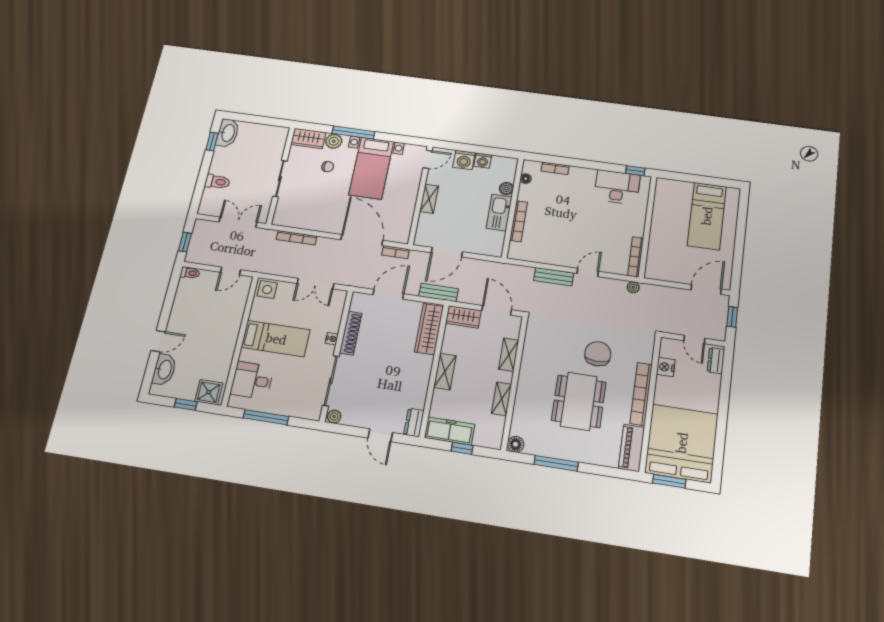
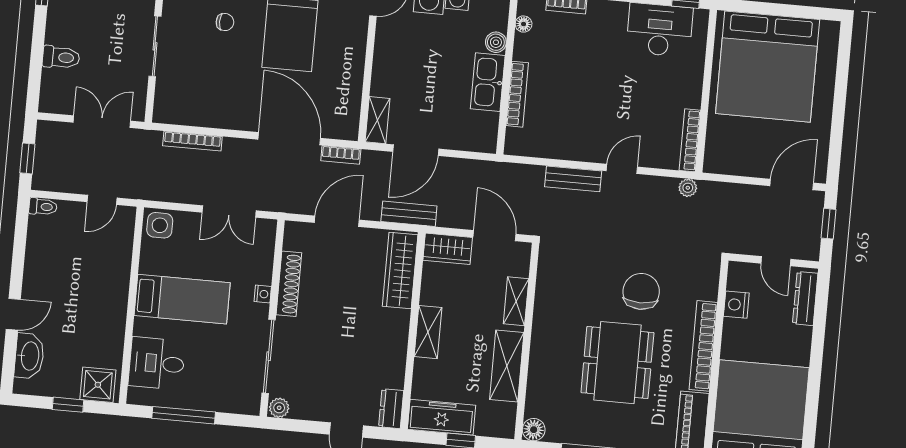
shelving: (429, 199) -> (377, 120), moved
bed: (707, 216) -> (768, 67), width x2.04
dresser: (716, 361) -> (805, 299), width x1.44
shelving: (502, 399) -> (507, 366), width x1.50, depth x1.33

